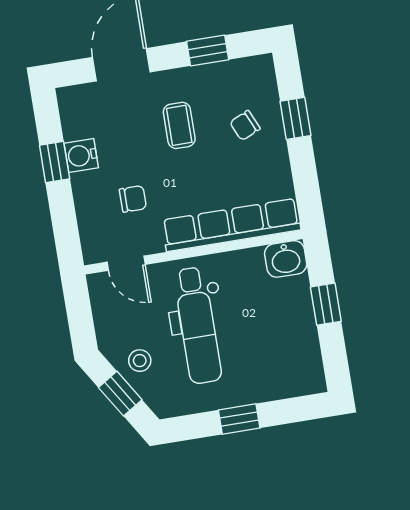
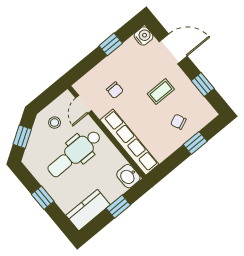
water cooler: (81, 155) -> (144, 36), moved, turned 90
kitchen counter: (302, 357) -> (88, 210), added
stool: (140, 361) -> (55, 123), moved

